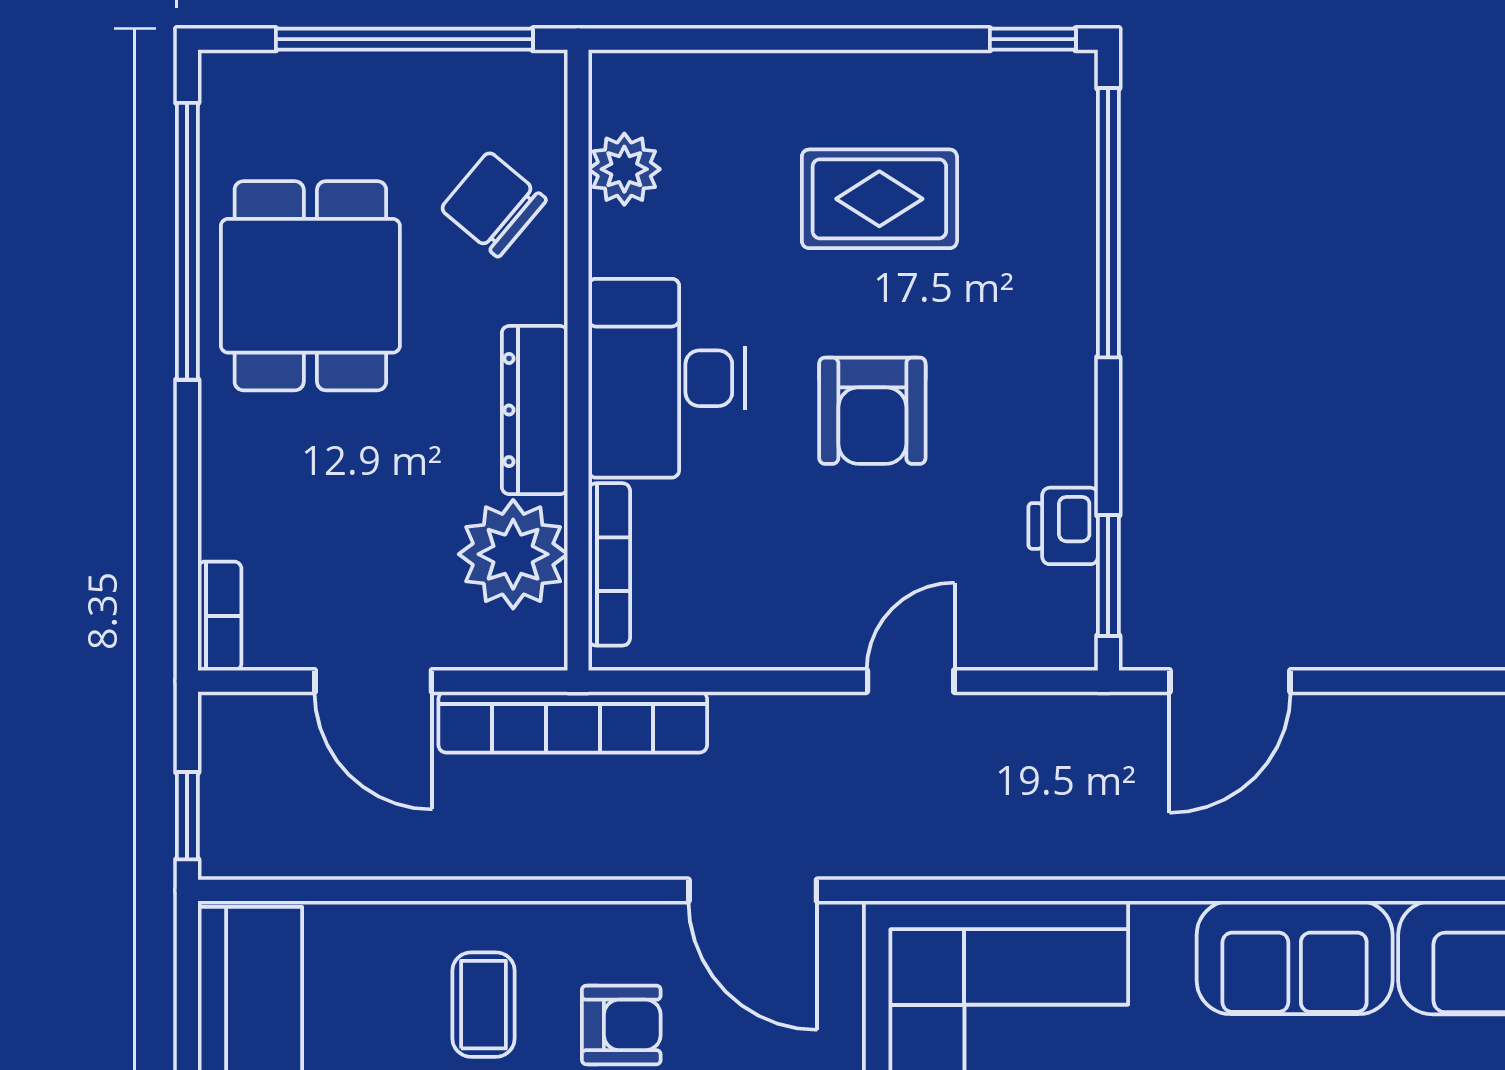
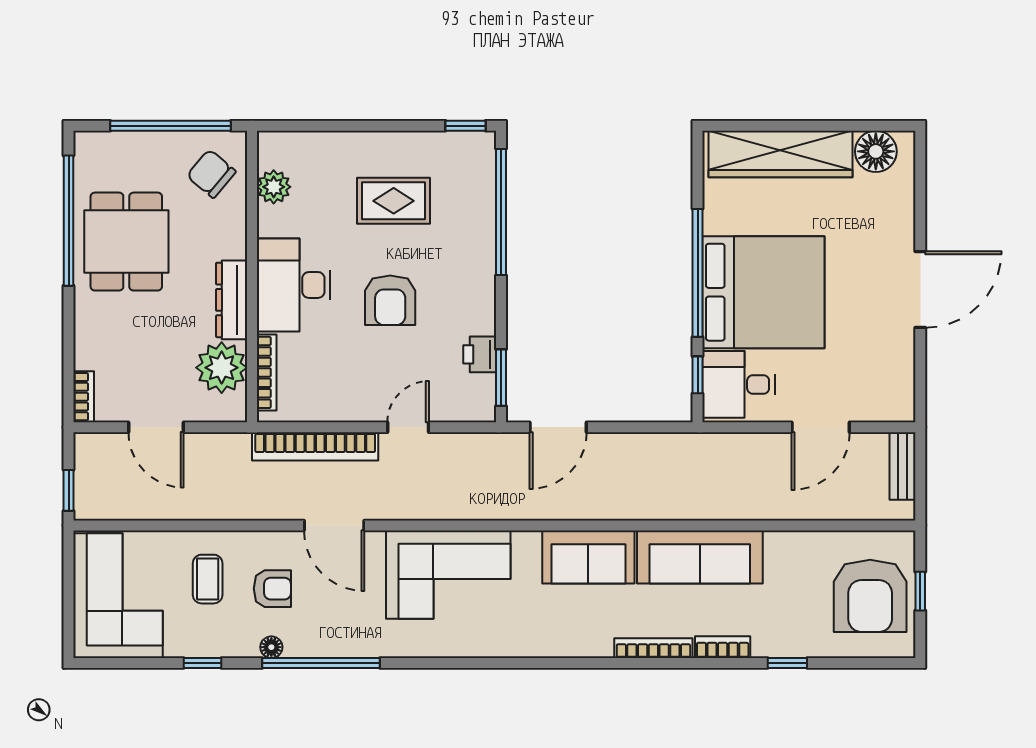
chair: (494, 204) -> (211, 174), moved
bookcase: (573, 722) -> (315, 446), moved

